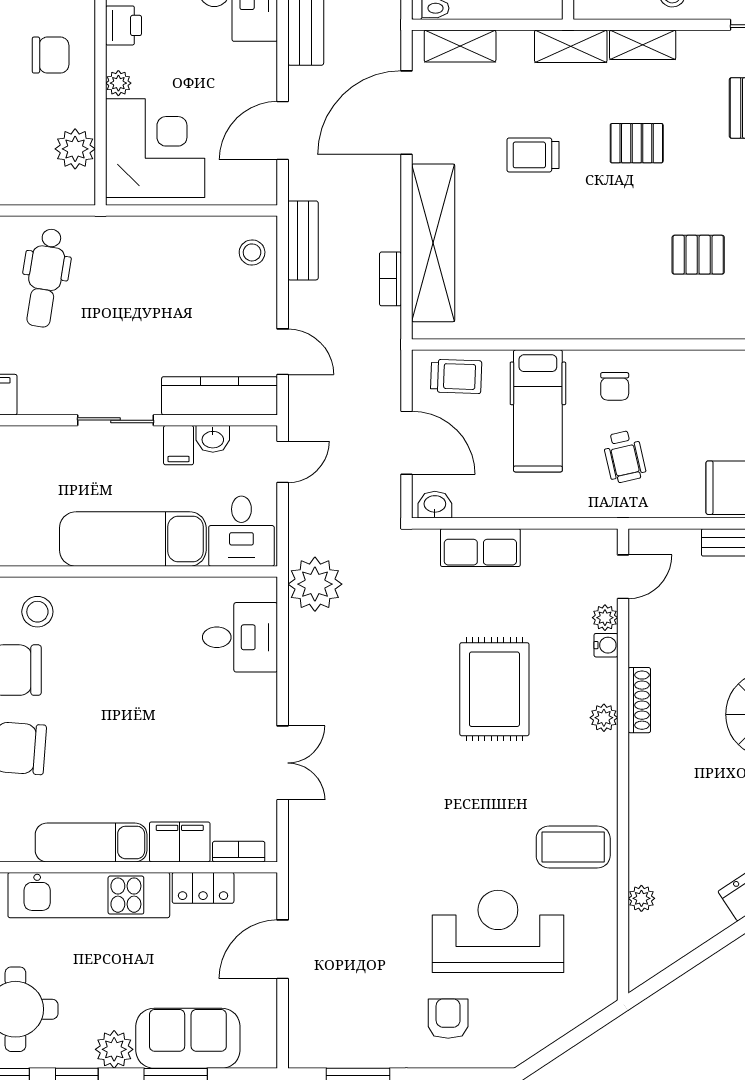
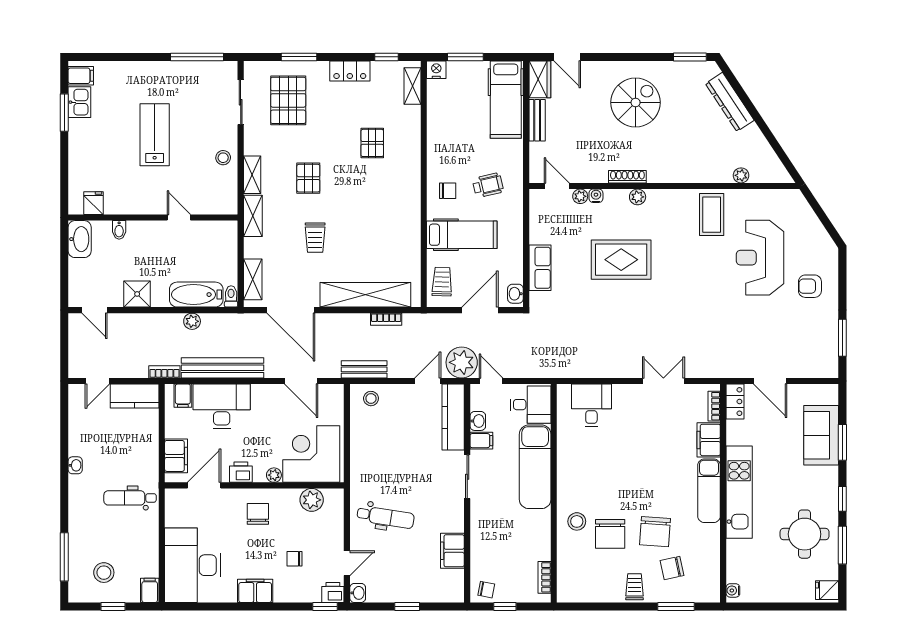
plant: (315, 584) -> (462, 362), moved
locker: (203, 888) -> (735, 402), moved
plant: (114, 1049) -> (828, 477), removed

